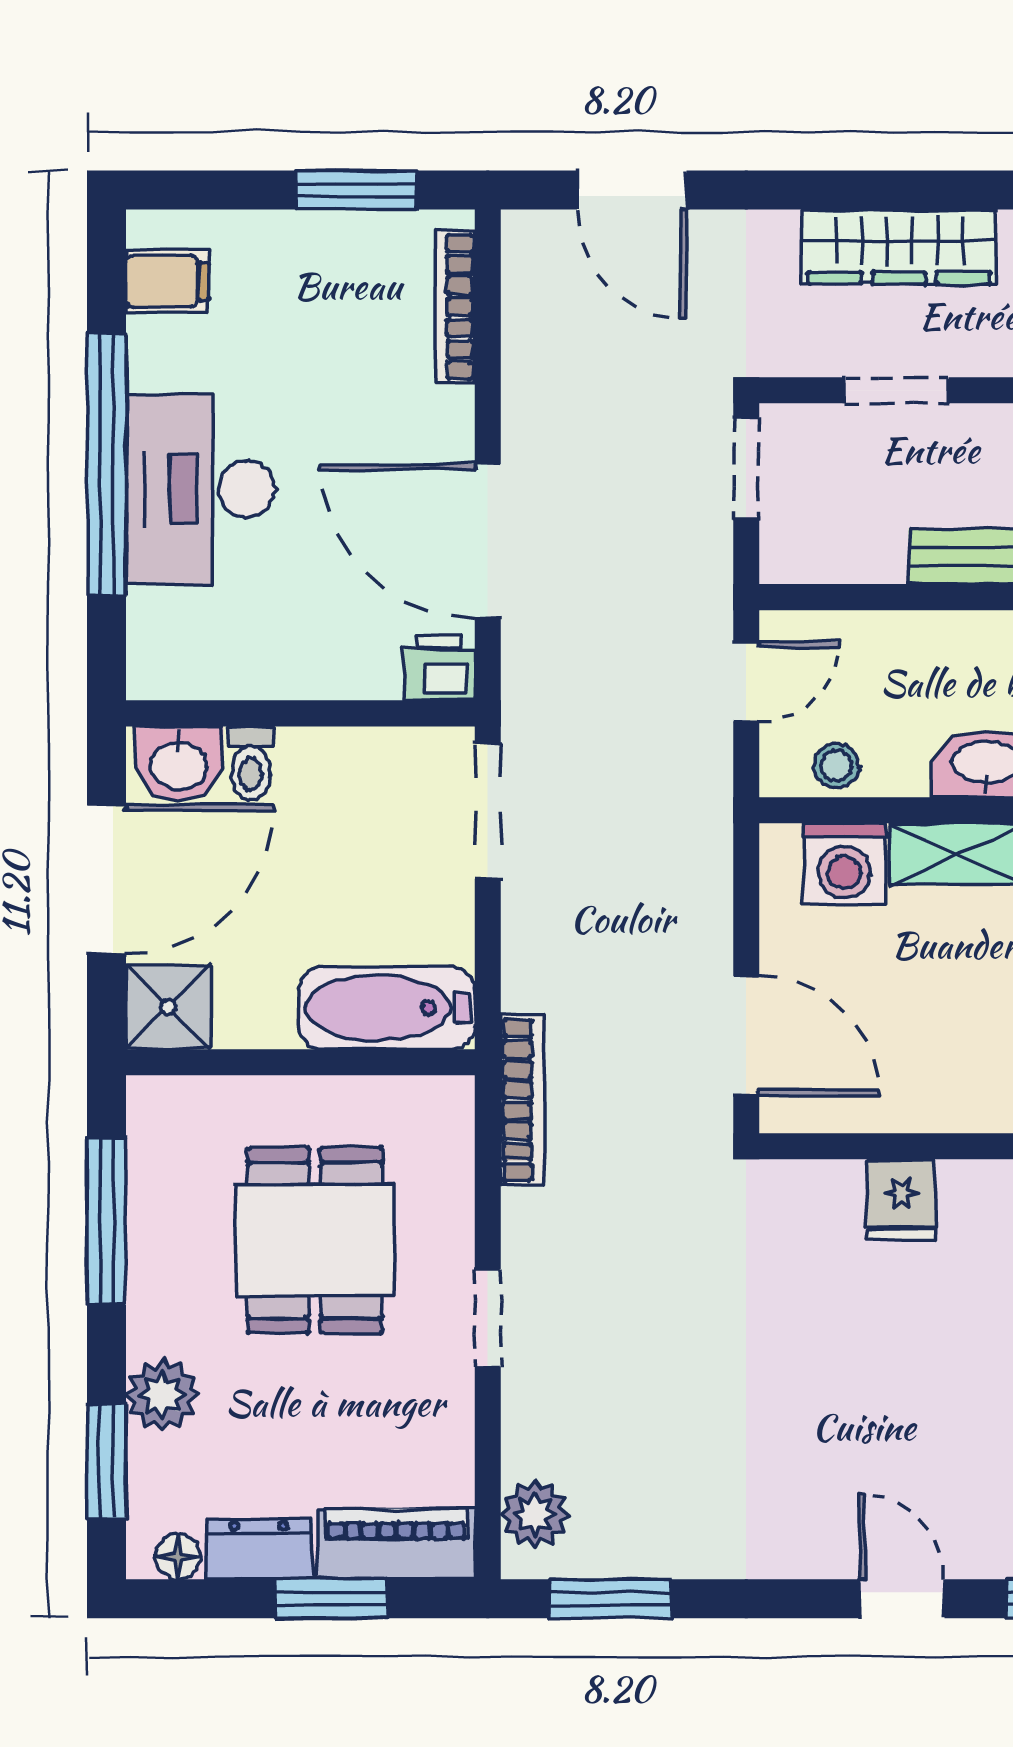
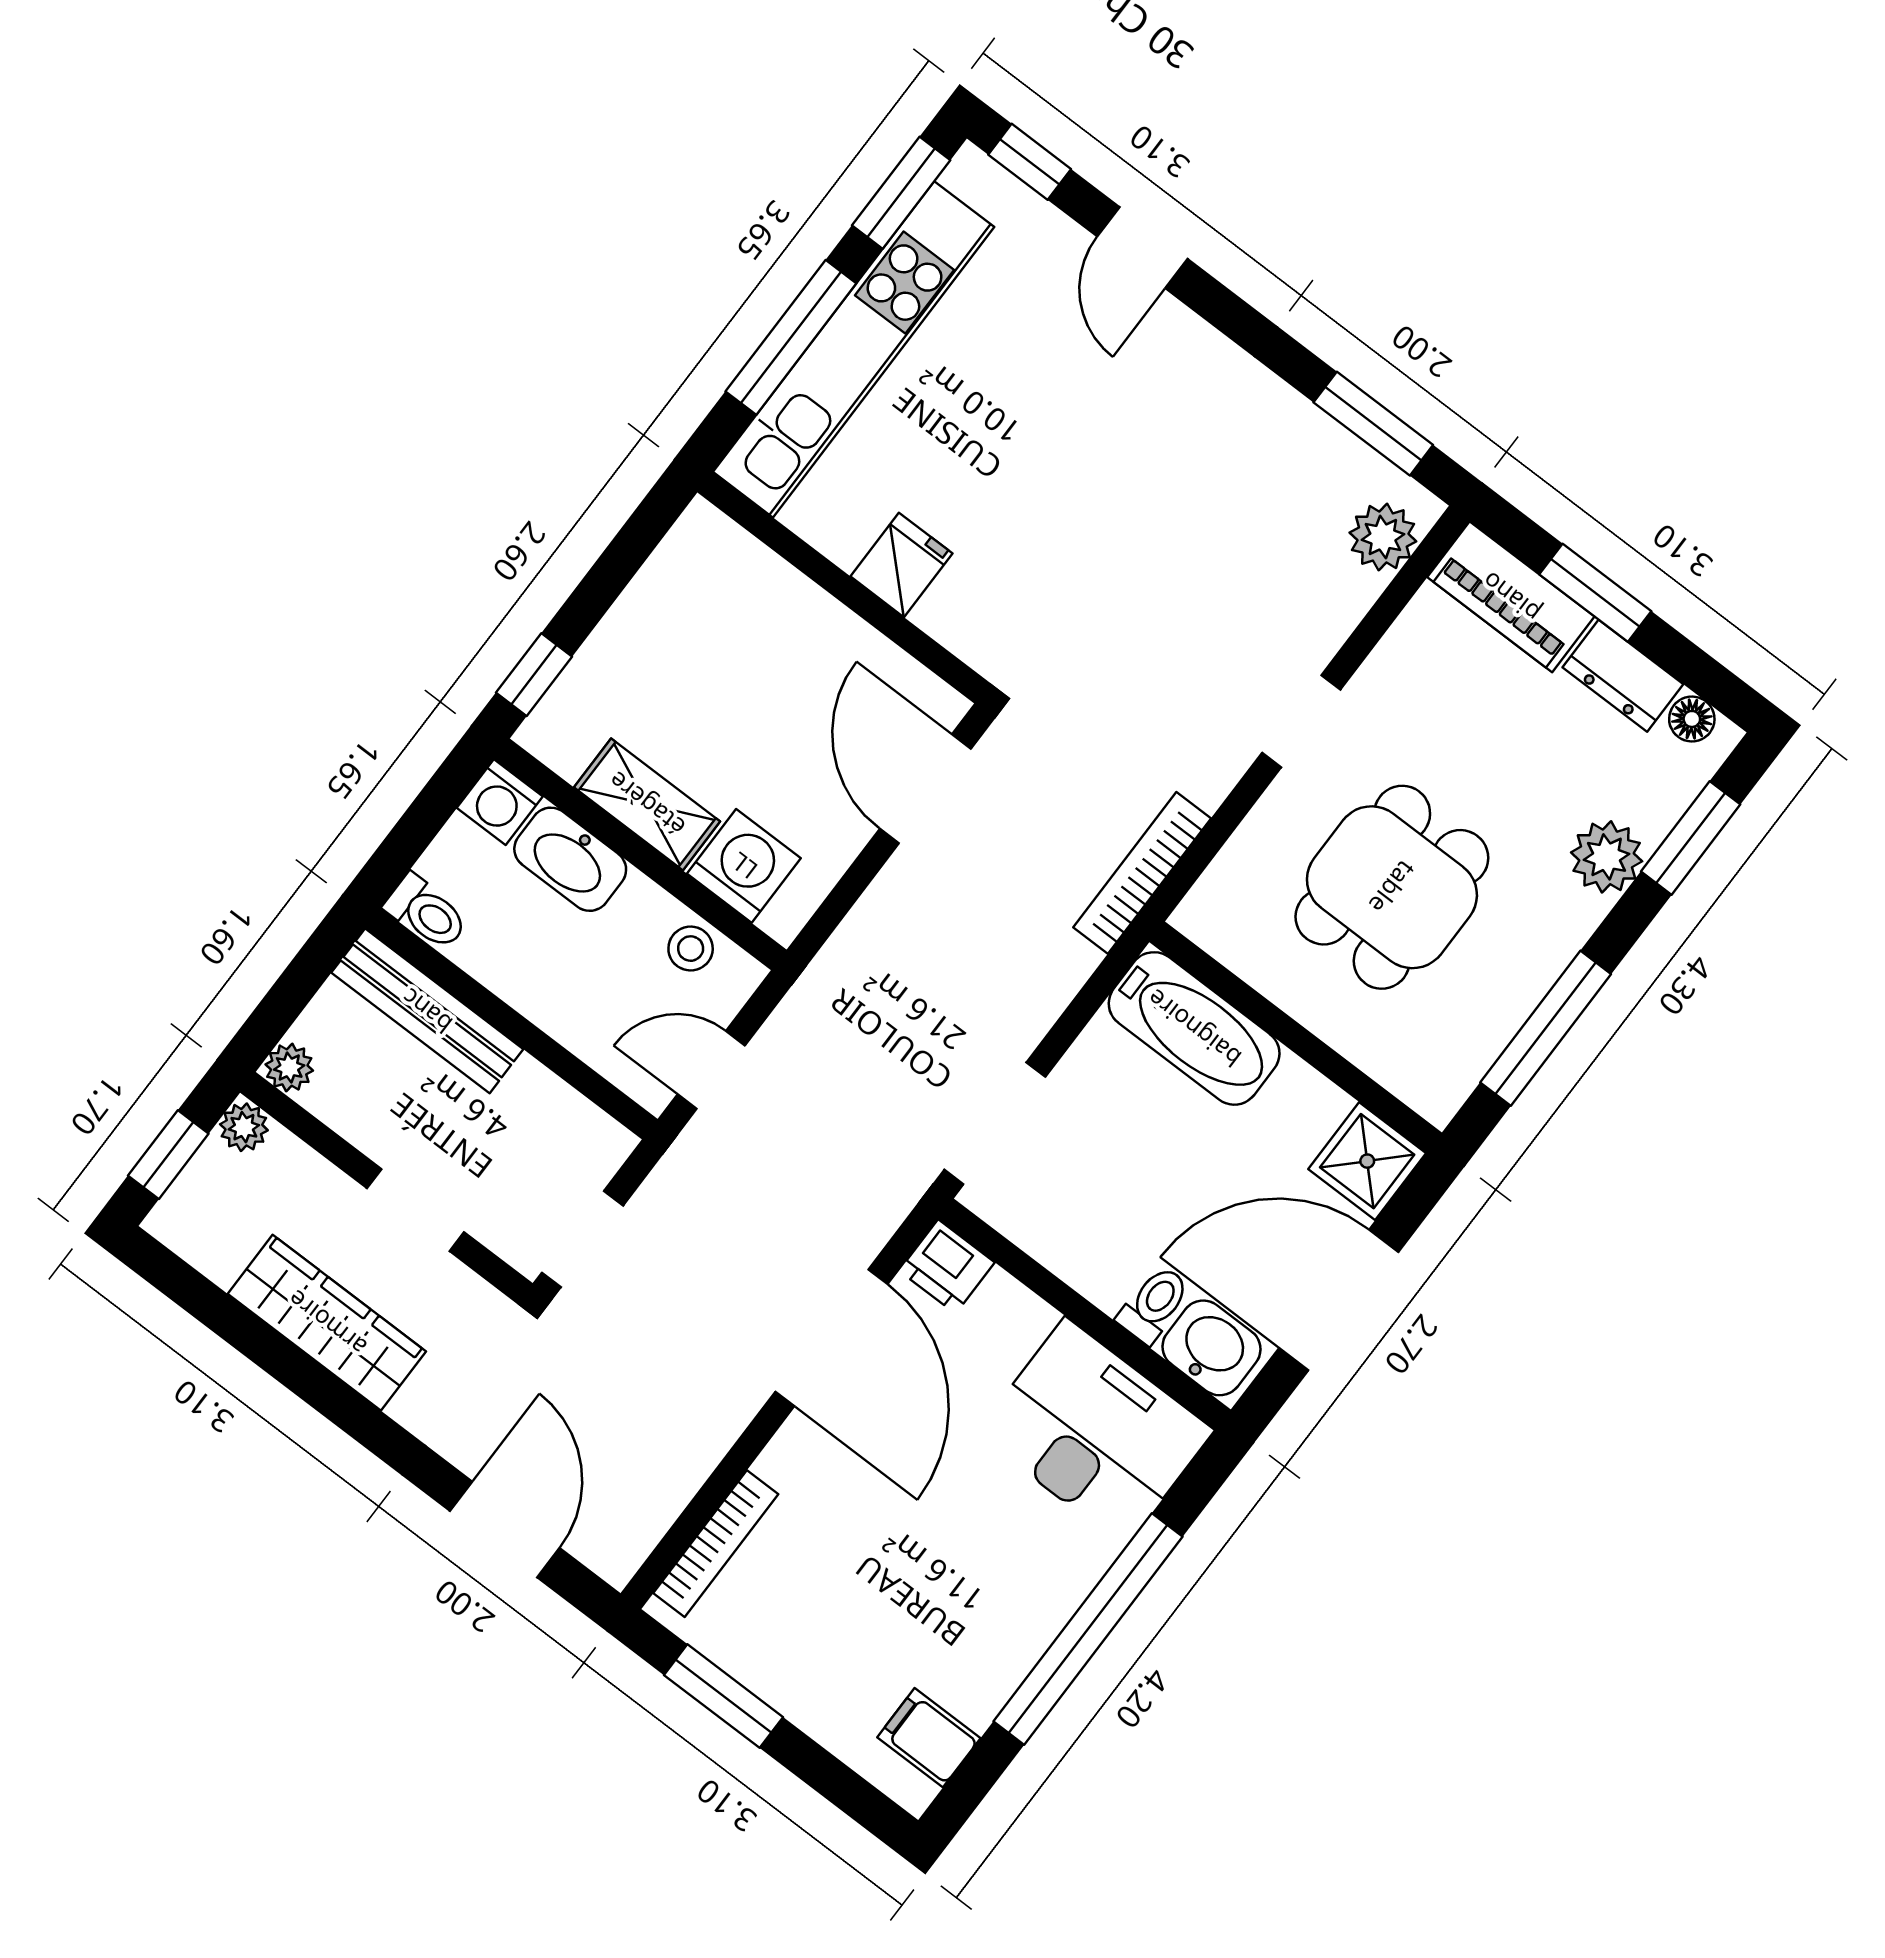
desk: (200, 489) -> (1095, 1432), moved, turned -90

